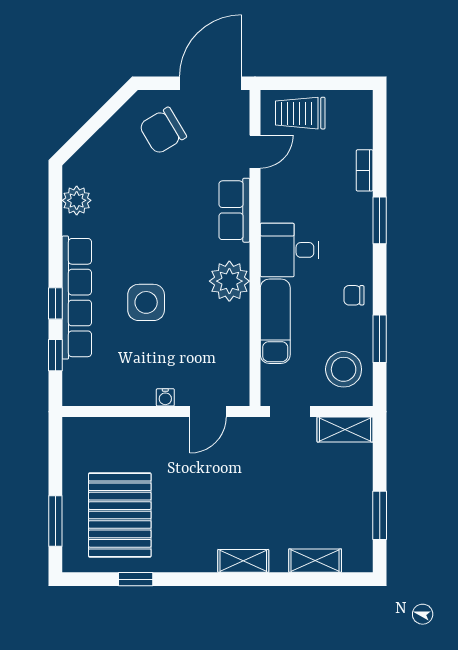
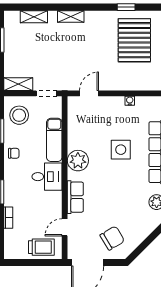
water cooler: (165, 397) -> (130, 101), moved

